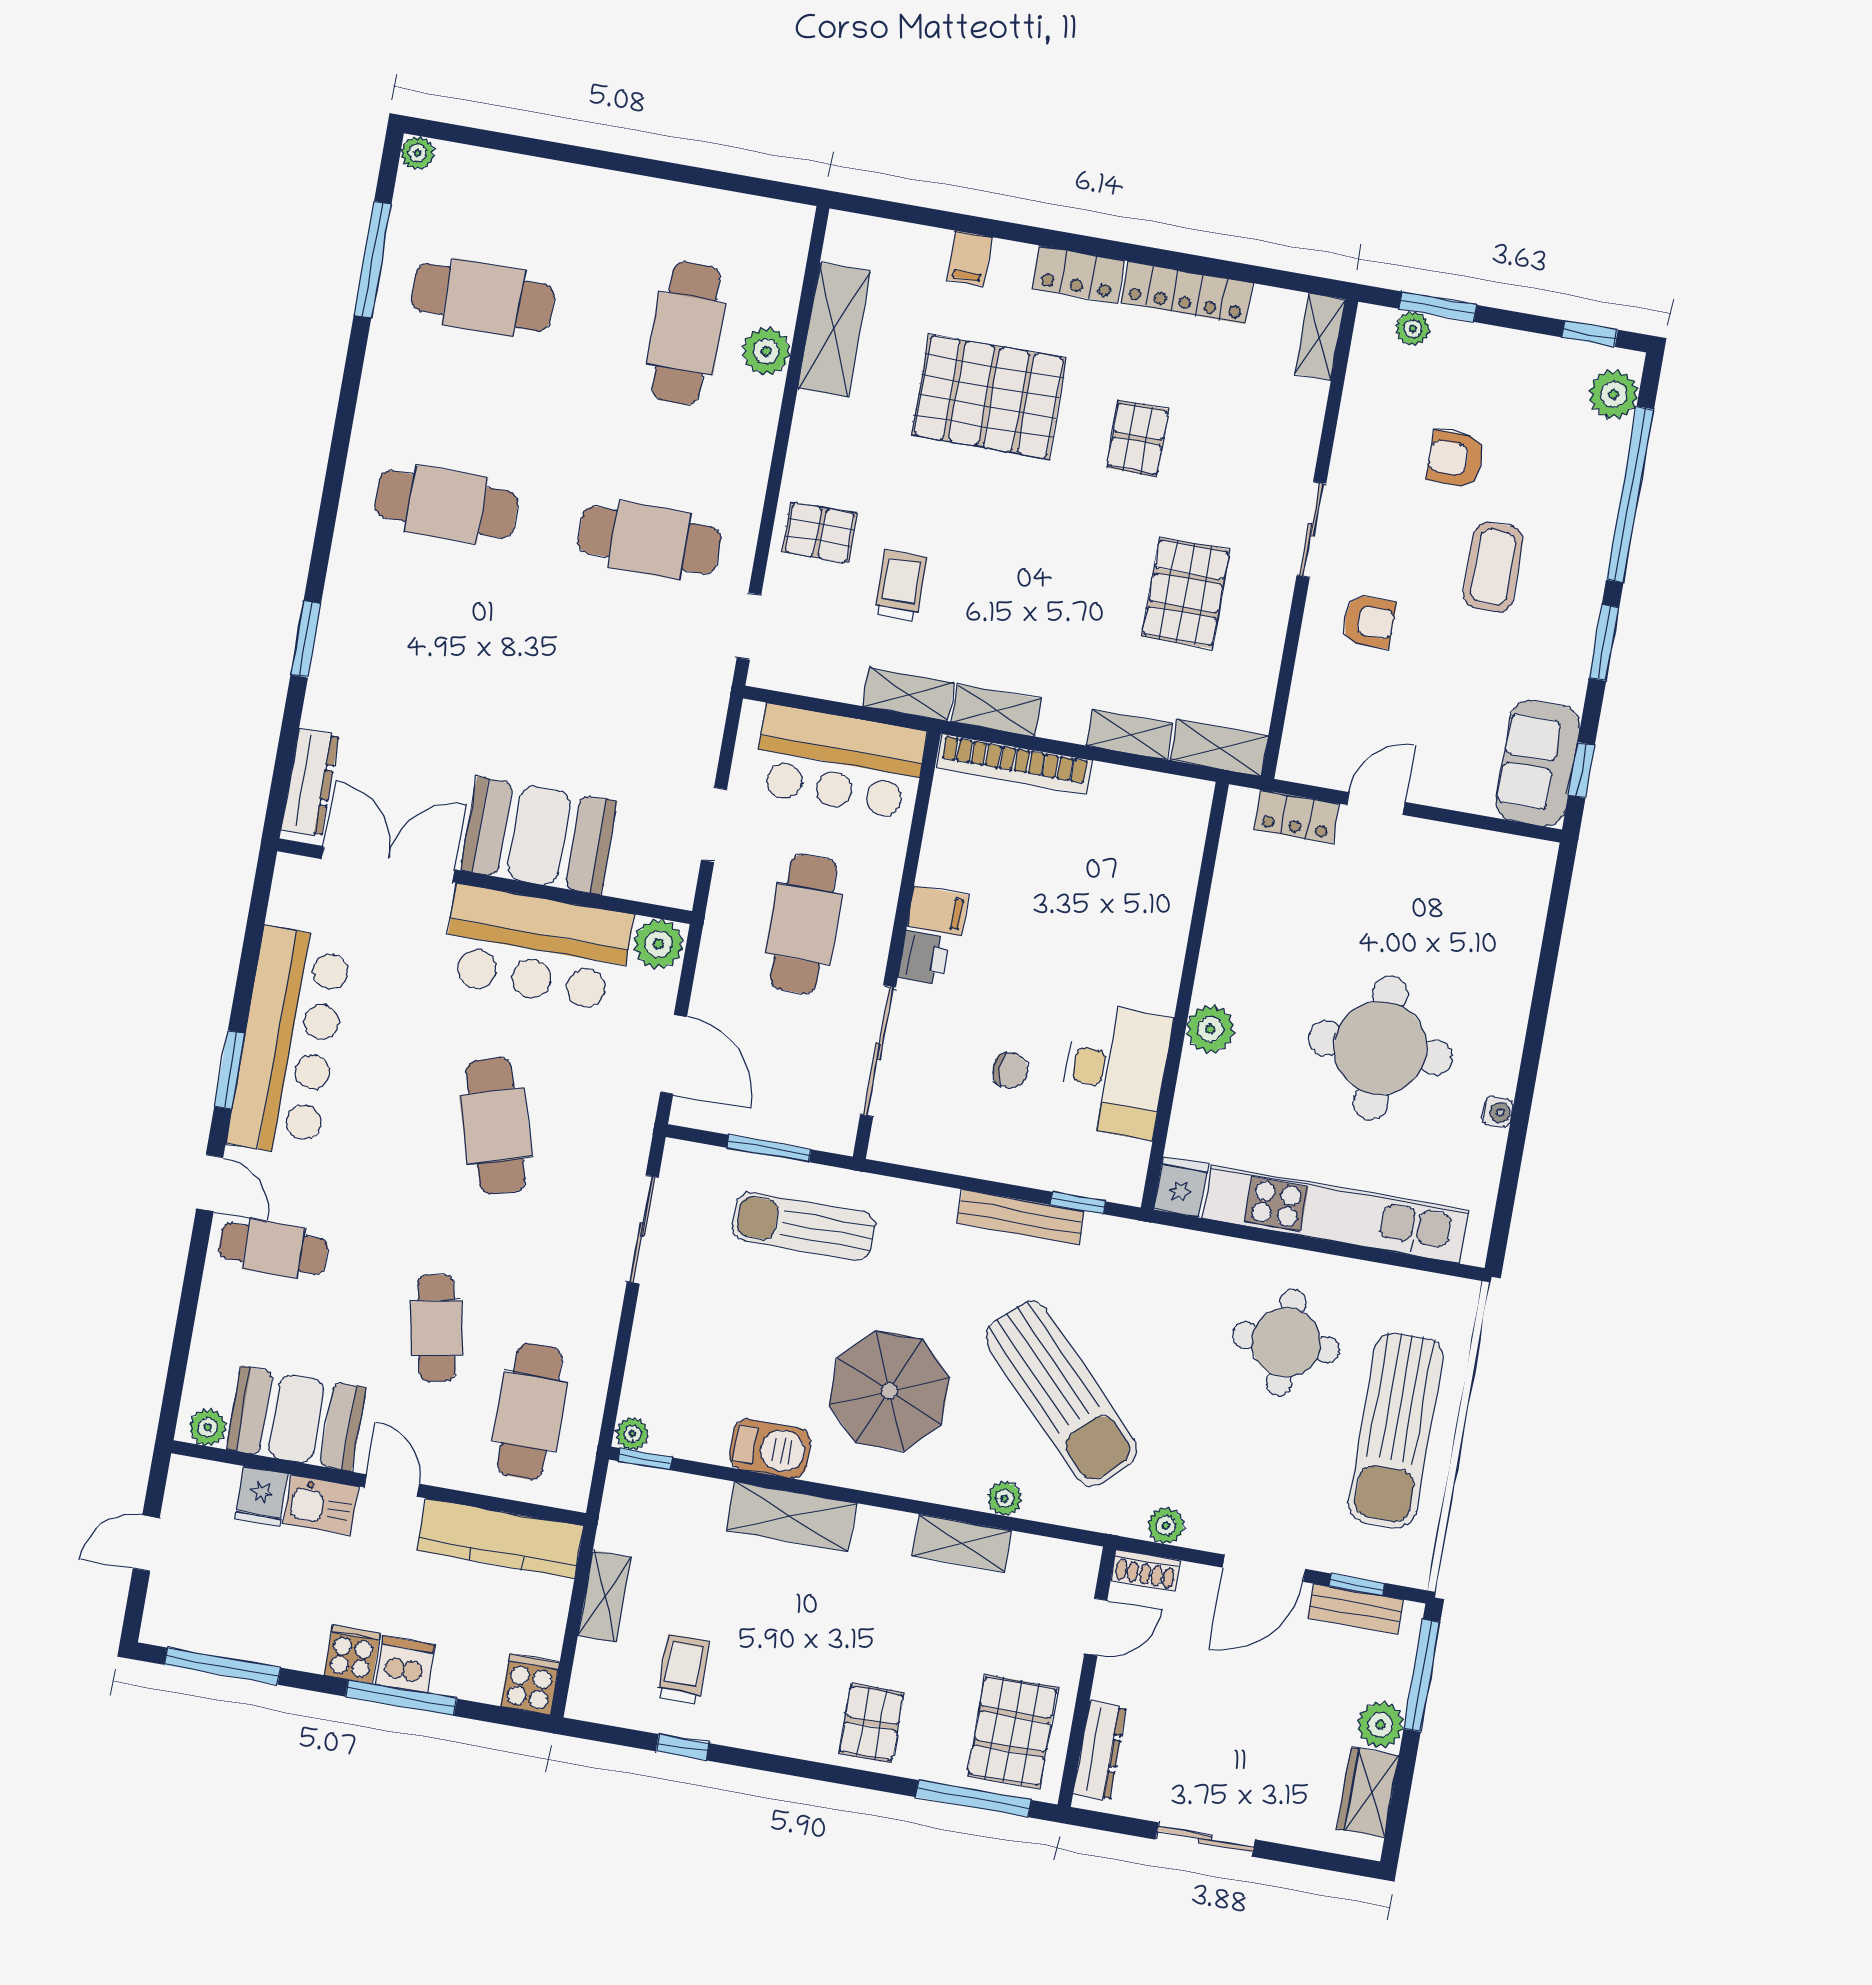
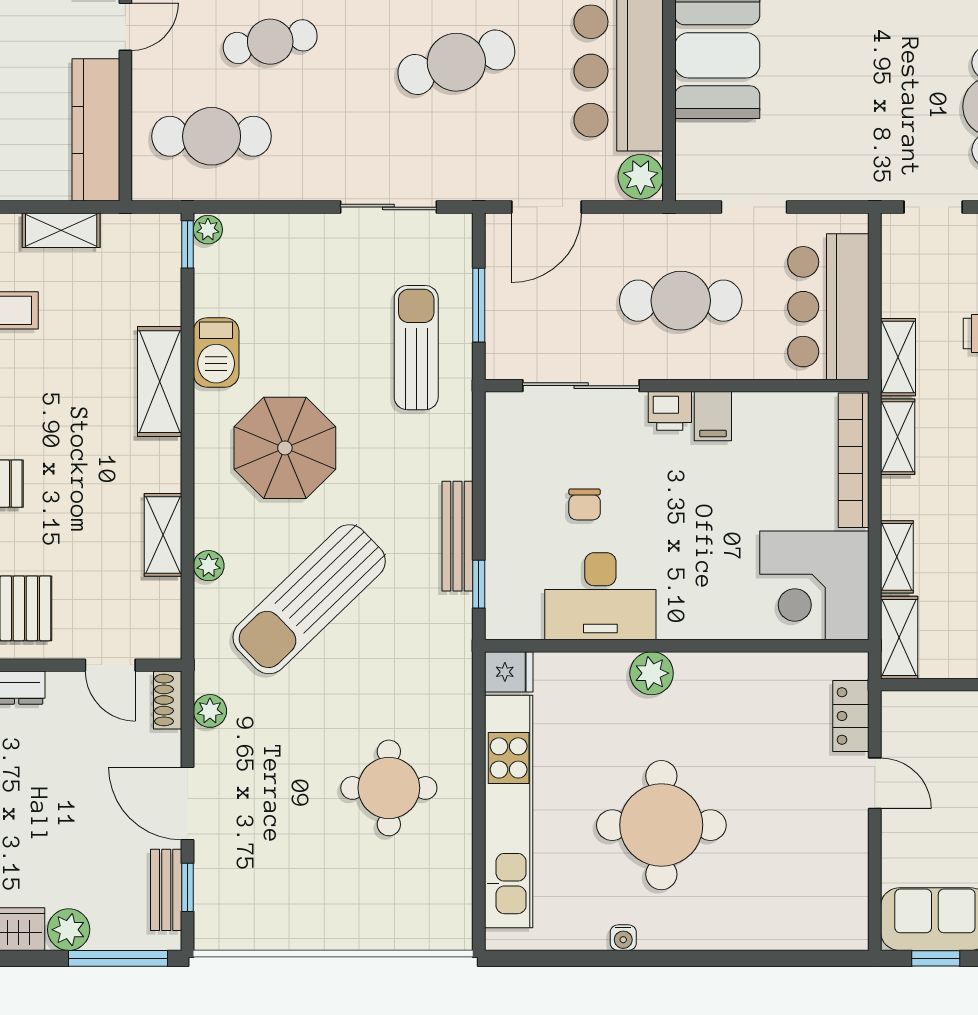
corner desk: (1145, 832) -> (814, 585), added
sun lounger: (1396, 1430) -> (329, 897), removed

